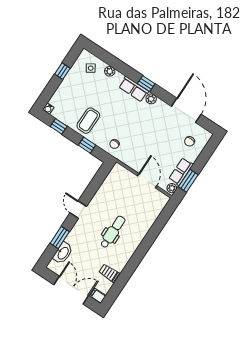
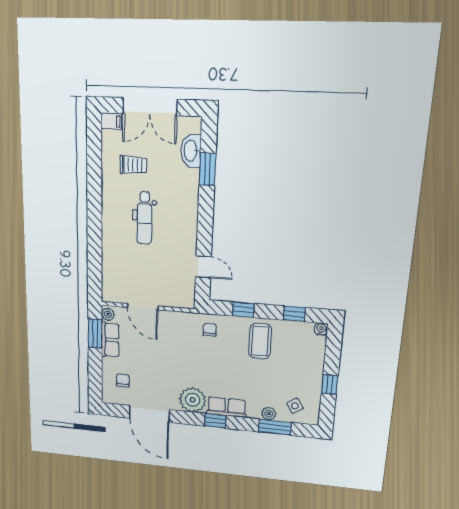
window: (111, 60) -> (275, 427), added
plant: (151, 99) -> (193, 400), width x1.88, depth x1.88
door: (78, 210) -> (203, 267), moved
trolley: (109, 273) -> (133, 165), moved

